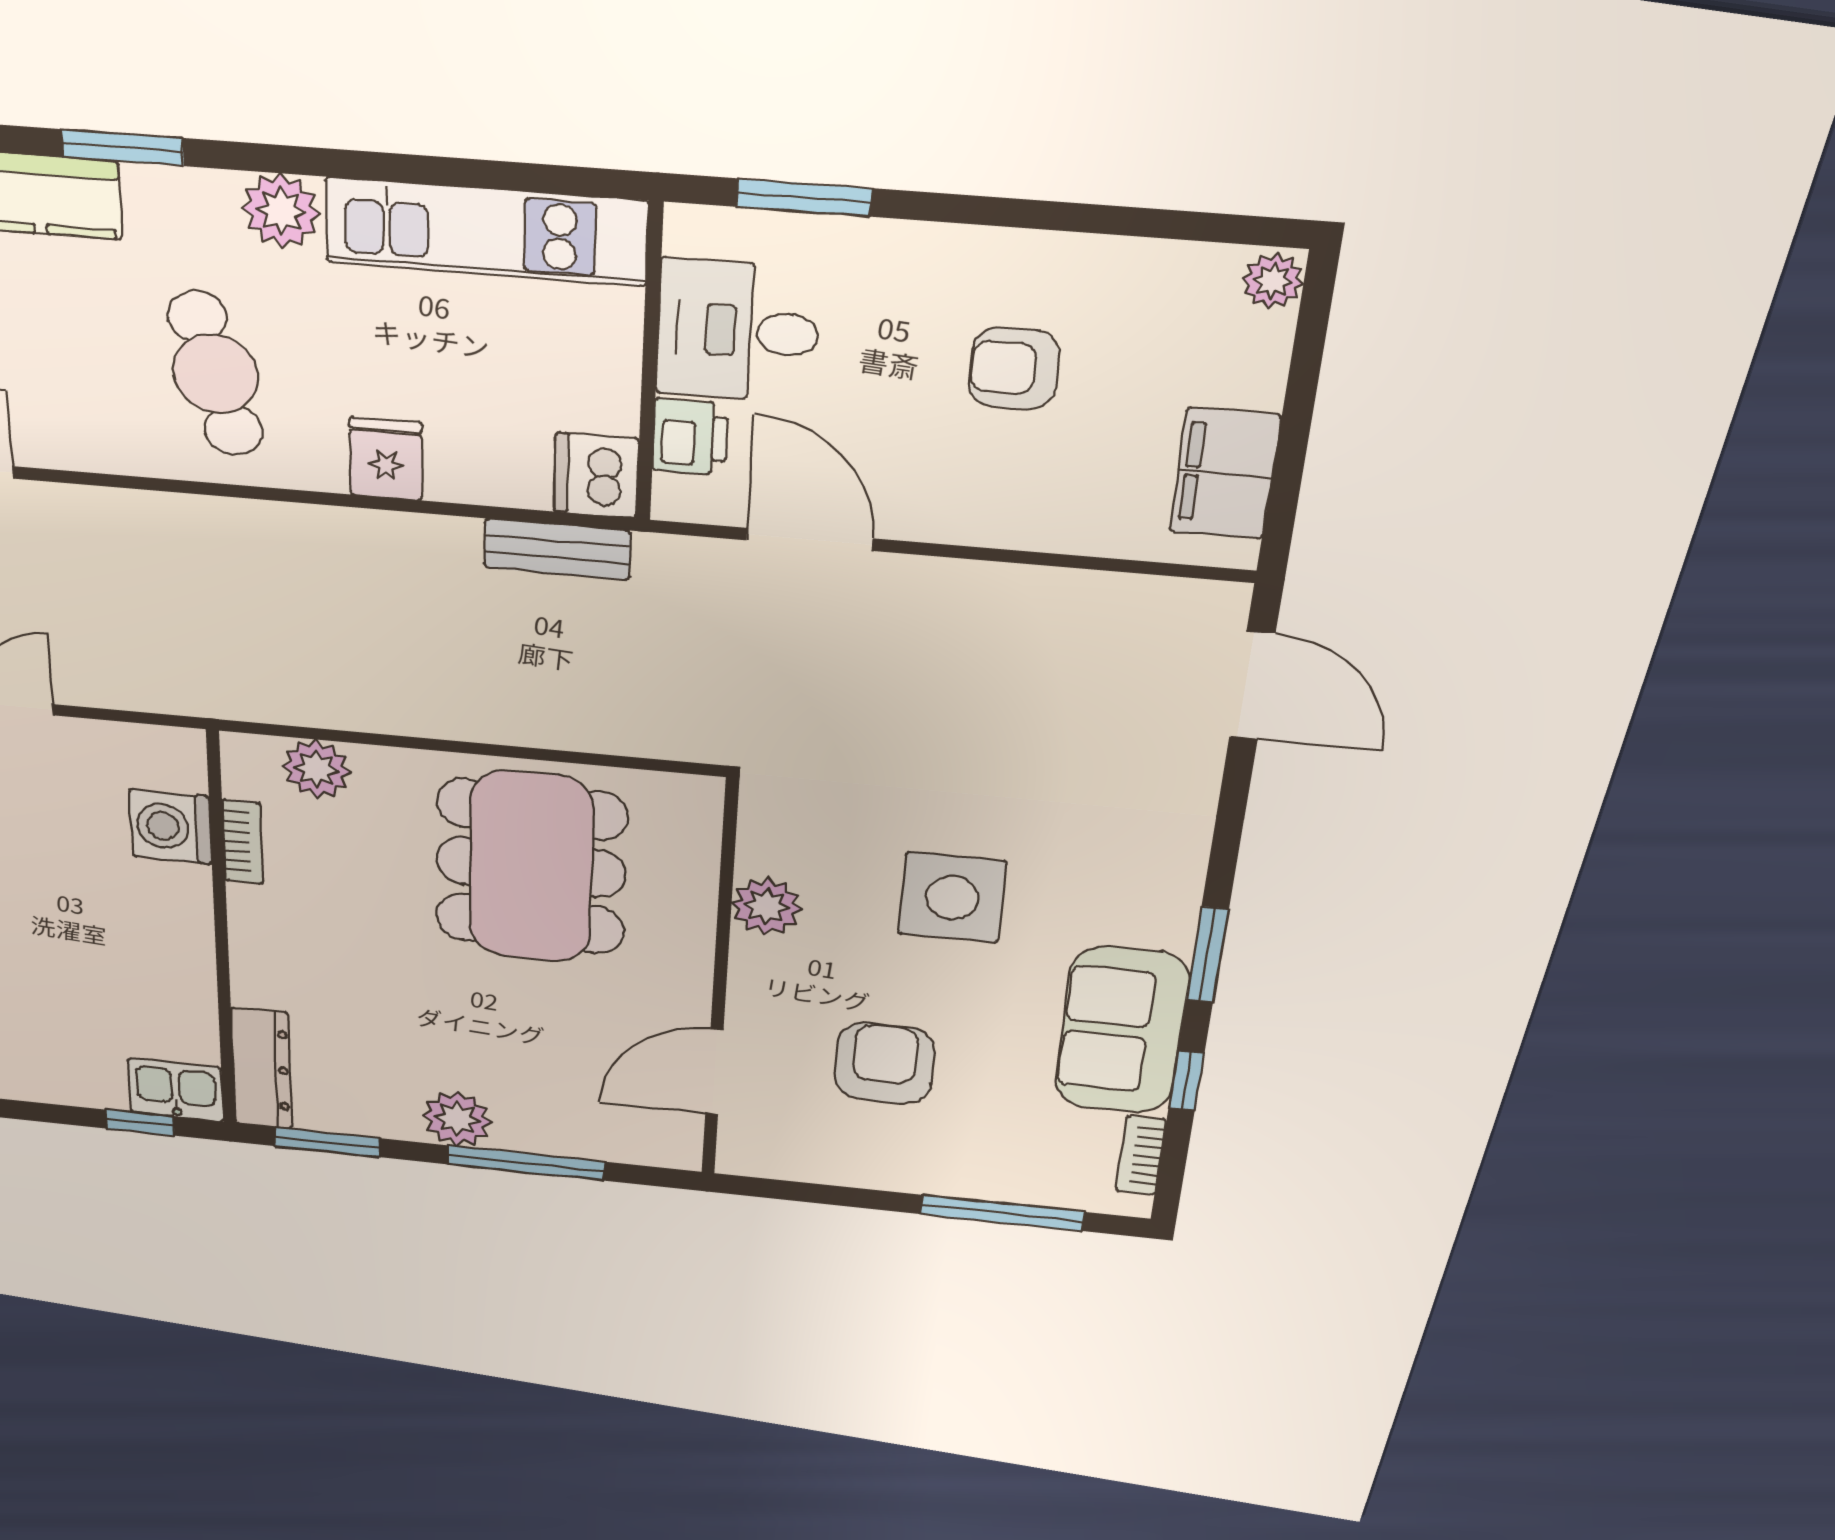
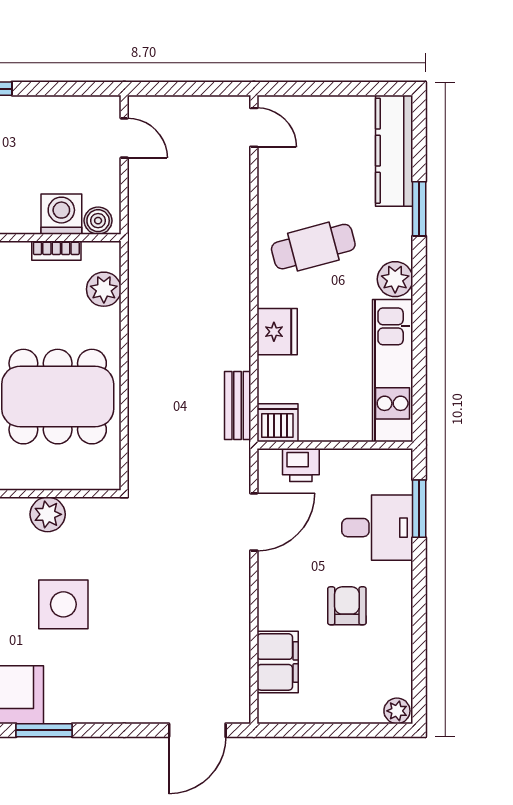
desk: (738, 331) -> (377, 528), moved, turned 90
fridge: (386, 459) -> (277, 332), width x1.38
filing cabinet: (1225, 474) -> (278, 662), moved, turned 90
boiler: (180, 766) -> (98, 221), added

